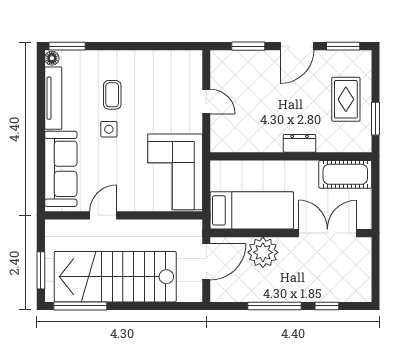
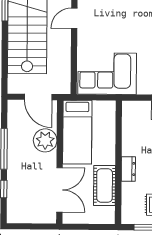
side table: (109, 129) -> (140, 23), removed
cot: (345, 174) -> (105, 185), moved
door: (103, 215) -> (74, 18), swing flipped

